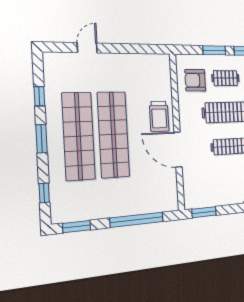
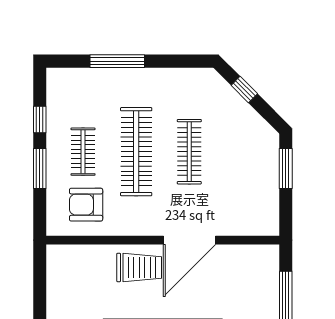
armchair: (195, 80) -> (86, 205), turned 90
window: (204, 212) -> (286, 168), moved

